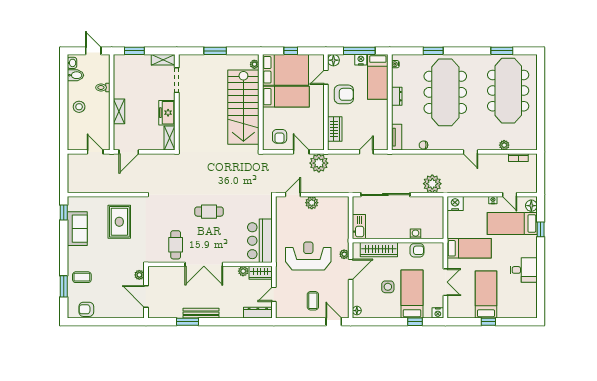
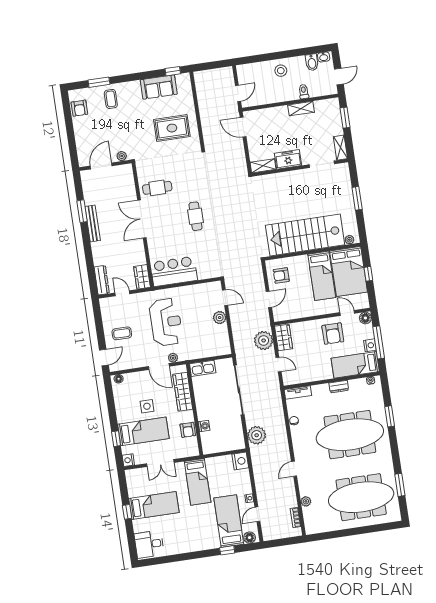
shelving: (119, 111) -> (301, 109), moved
wardrobe: (335, 129) -> (284, 338), moved, turned -90
plant: (319, 163) -> (264, 340), moved
desk: (524, 270) -> (149, 544), moved, turned 90
plant: (243, 271) -> (141, 259), removed
armchair: (86, 309) -> (79, 108), turned 180

